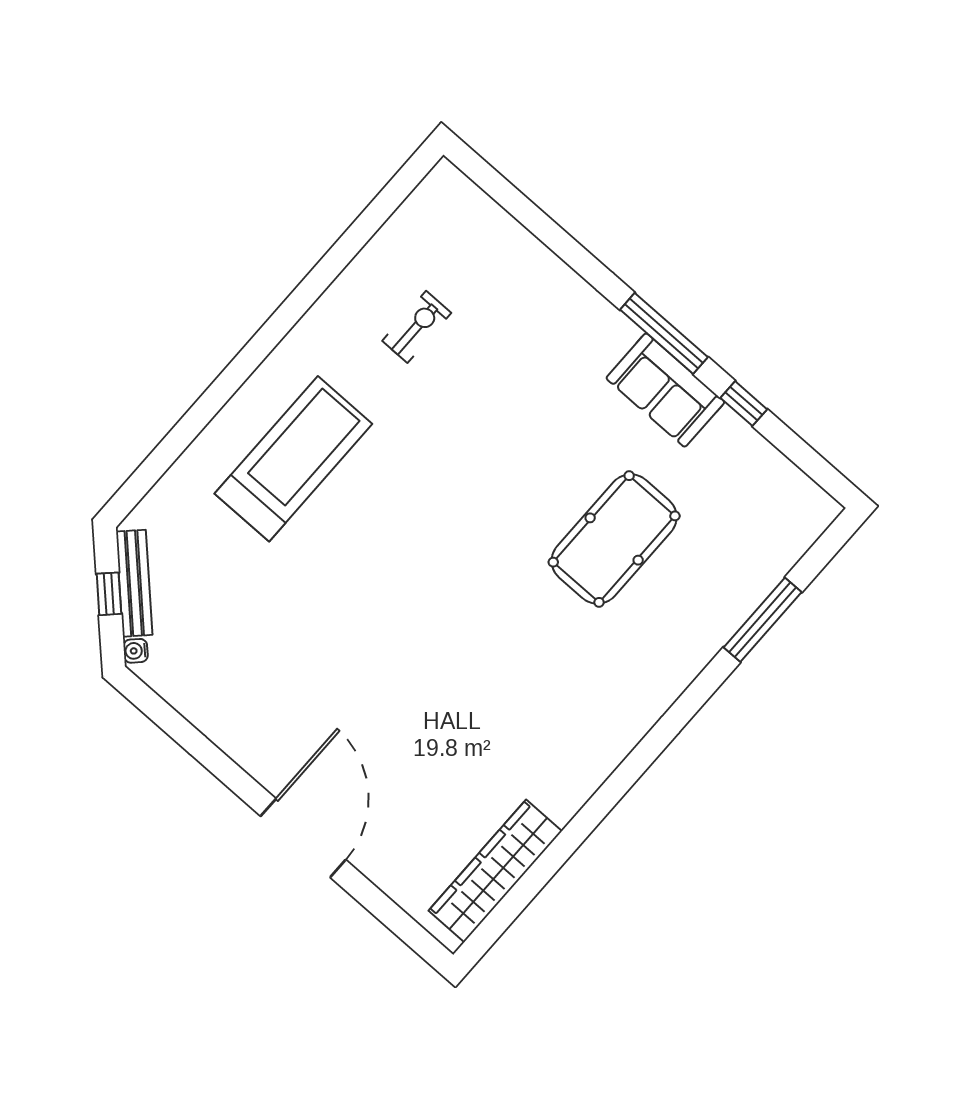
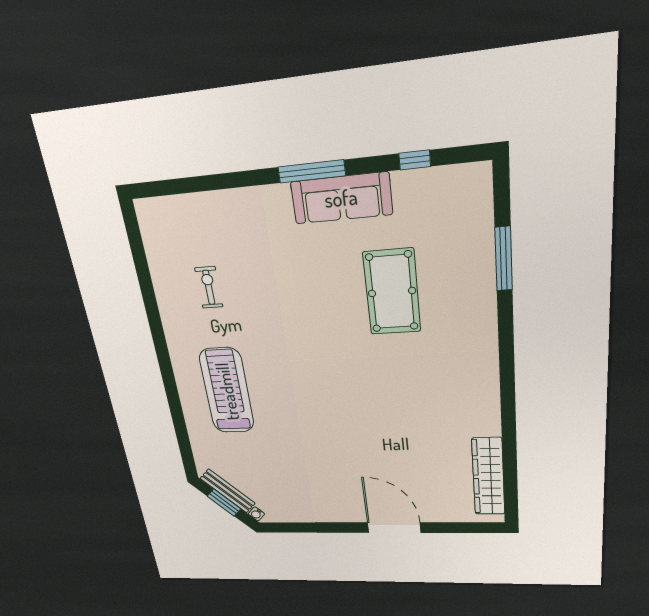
sofa: (665, 390) -> (341, 198), width x1.36
window: (744, 404) -> (415, 160), moved
window: (109, 594) -> (224, 502), width x1.50

